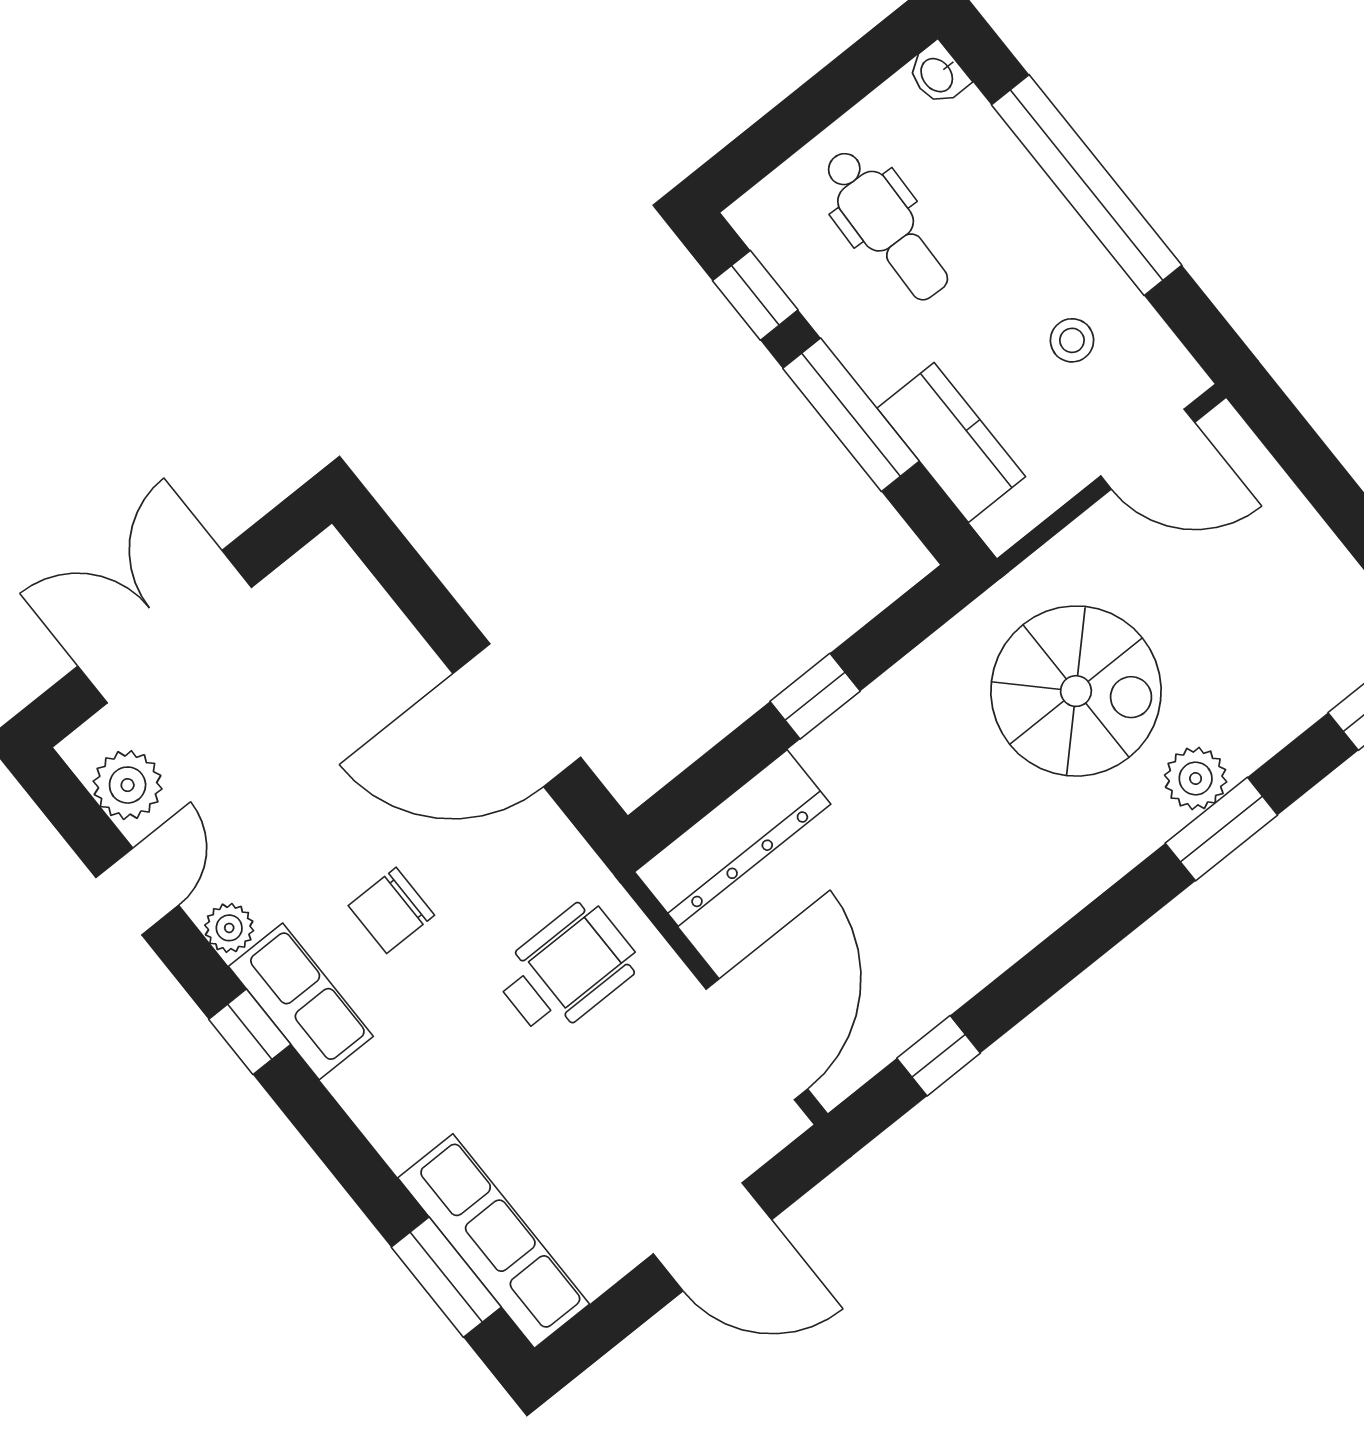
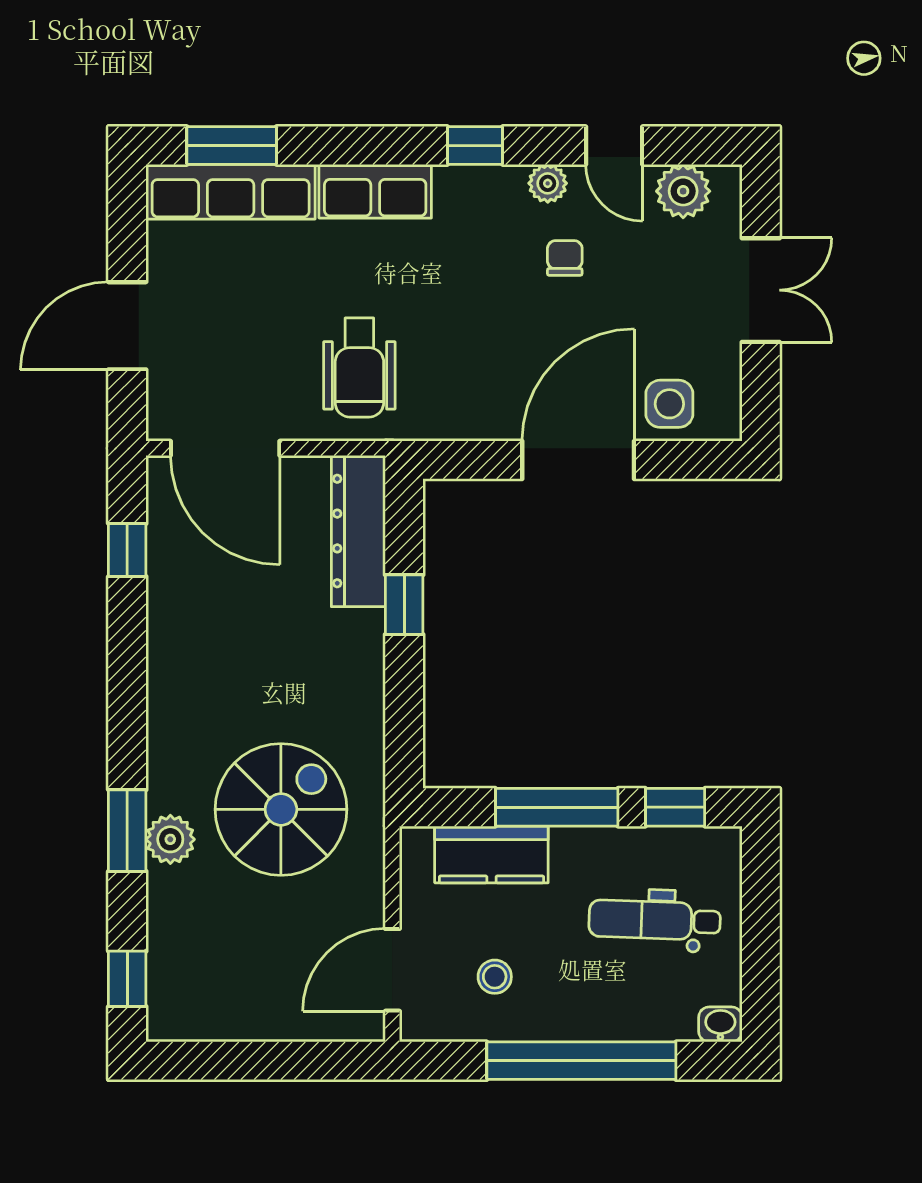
double door: (165, 627) -> (761, 290), width x0.73
side table: (353, 627) -> (669, 404), added
spiral stairs: (1076, 691) -> (281, 809), turned 180
window: (815, 696) -> (404, 605), moved
door: (517, 715) -> (578, 460), moved
chair: (391, 910) -> (565, 258), moved, width x0.73, depth x0.73
row of seats: (301, 1001) -> (375, 191), moved

